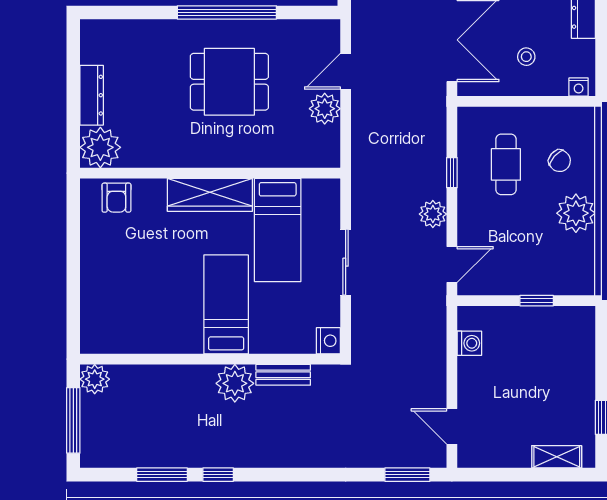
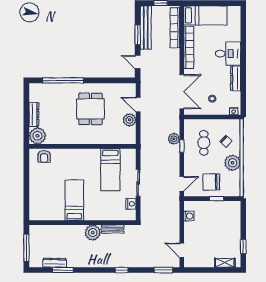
window: (227, 12) -> (63, 80), moved
door: (346, 71) -> (138, 105), hinge flipped
dining table: (229, 82) -> (90, 109), turned 90
wardrobe: (210, 195) -> (82, 155), removed
plant: (433, 214) -> (174, 139), moved
chair: (524, 260) -> (211, 182), added
bed: (226, 304) -> (74, 200), moved
nightstand: (328, 341) -> (131, 204), moved
plant: (95, 379) -> (35, 231), removed
dresser: (142, 457) -> (55, 263), added
window: (218, 475) -> (122, 270), moved

